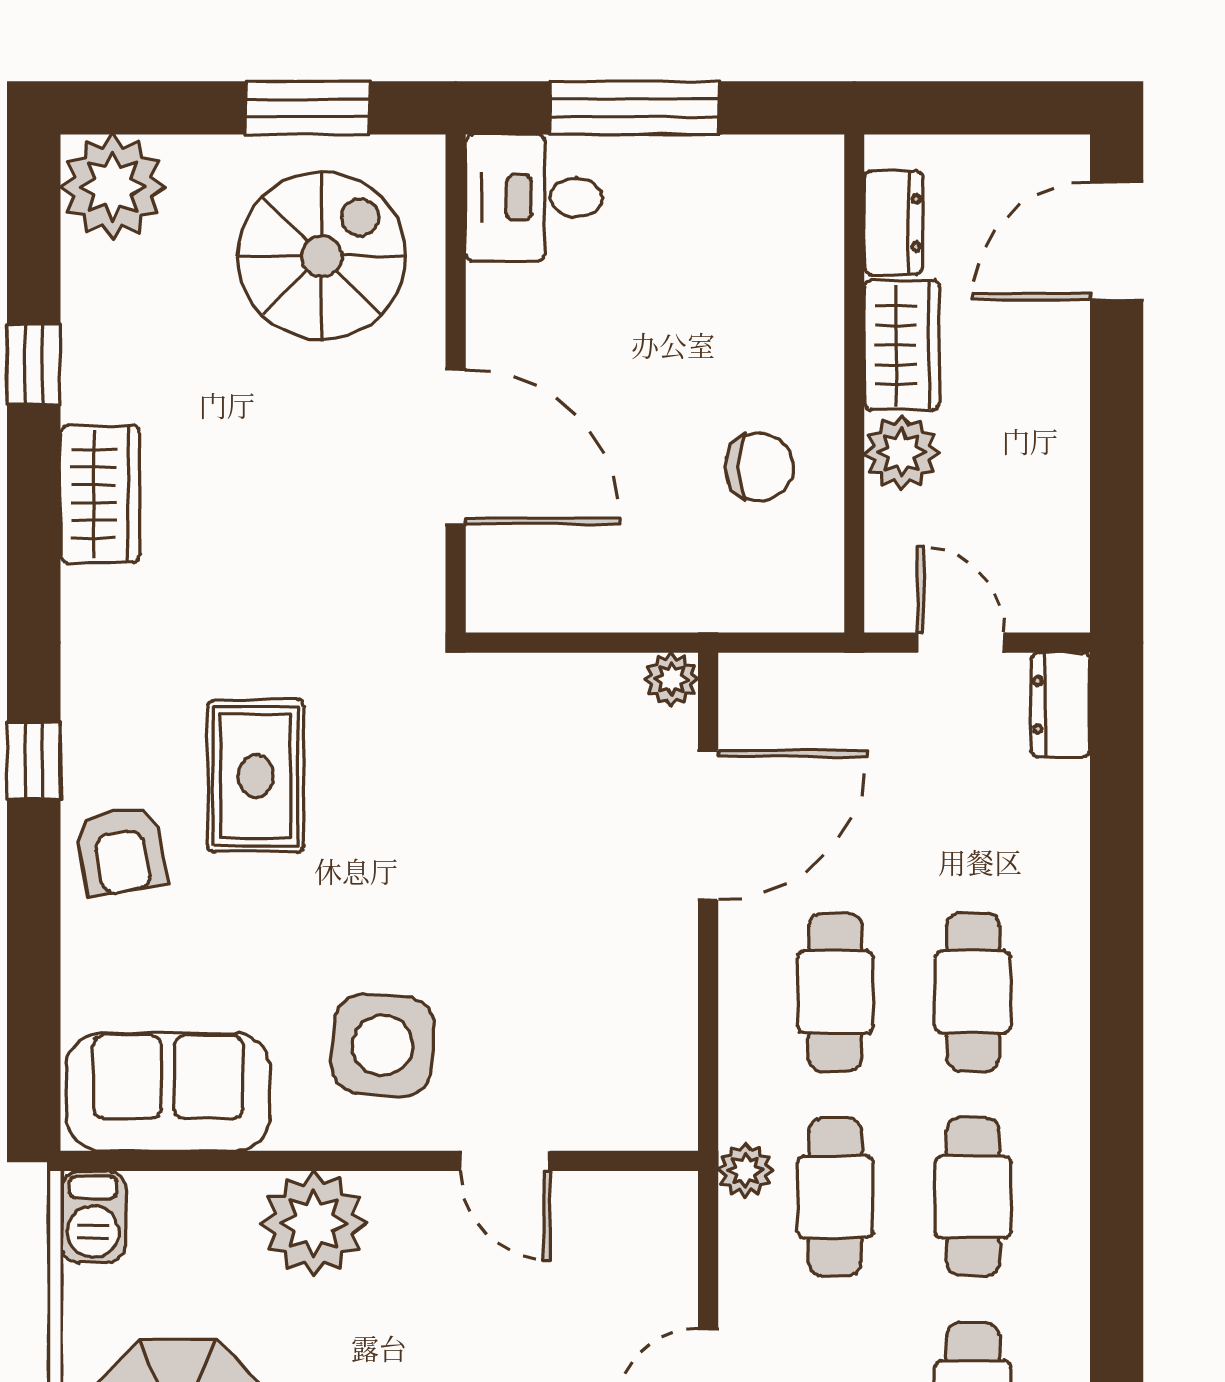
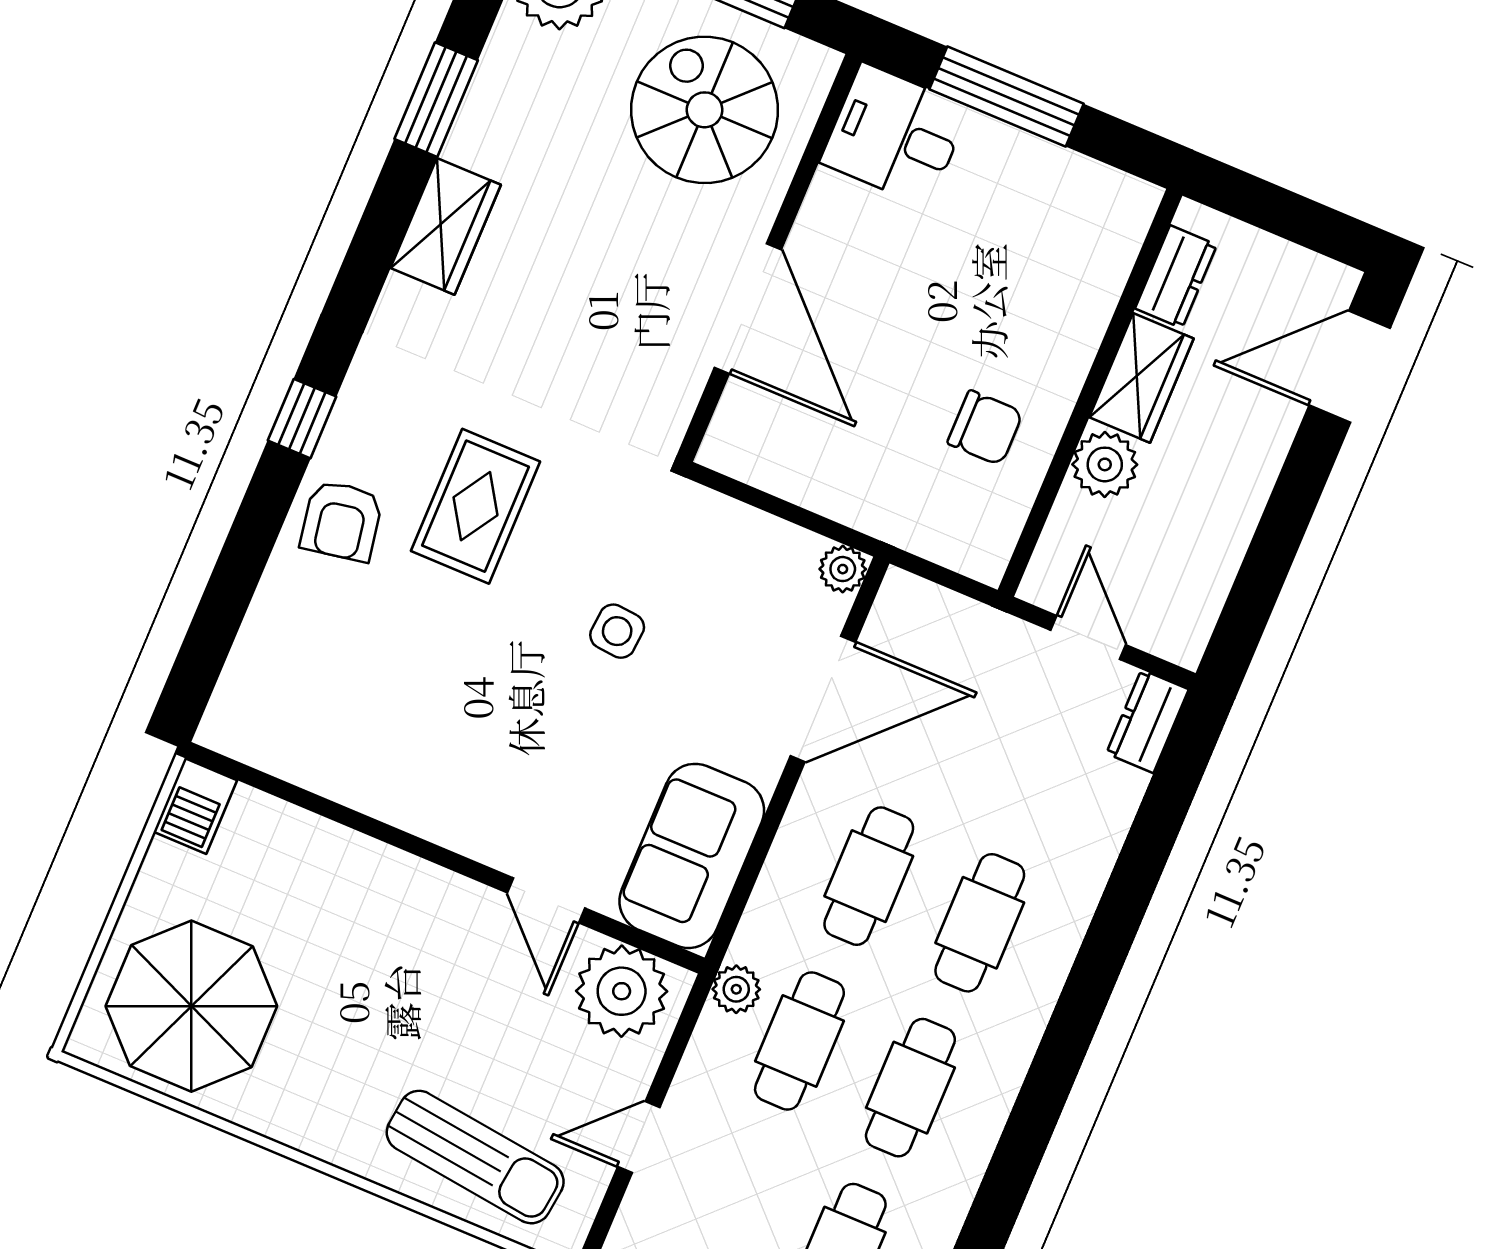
spiral stairs: (322, 256) -> (705, 110), turned -90
window: (34, 364) -> (436, 100), width x1.50
side table: (383, 1045) -> (617, 631), moved, width x0.54, depth x0.54
sofa: (168, 1092) -> (692, 856), moved, turned -90
plant: (314, 1223) -> (622, 991), moved

